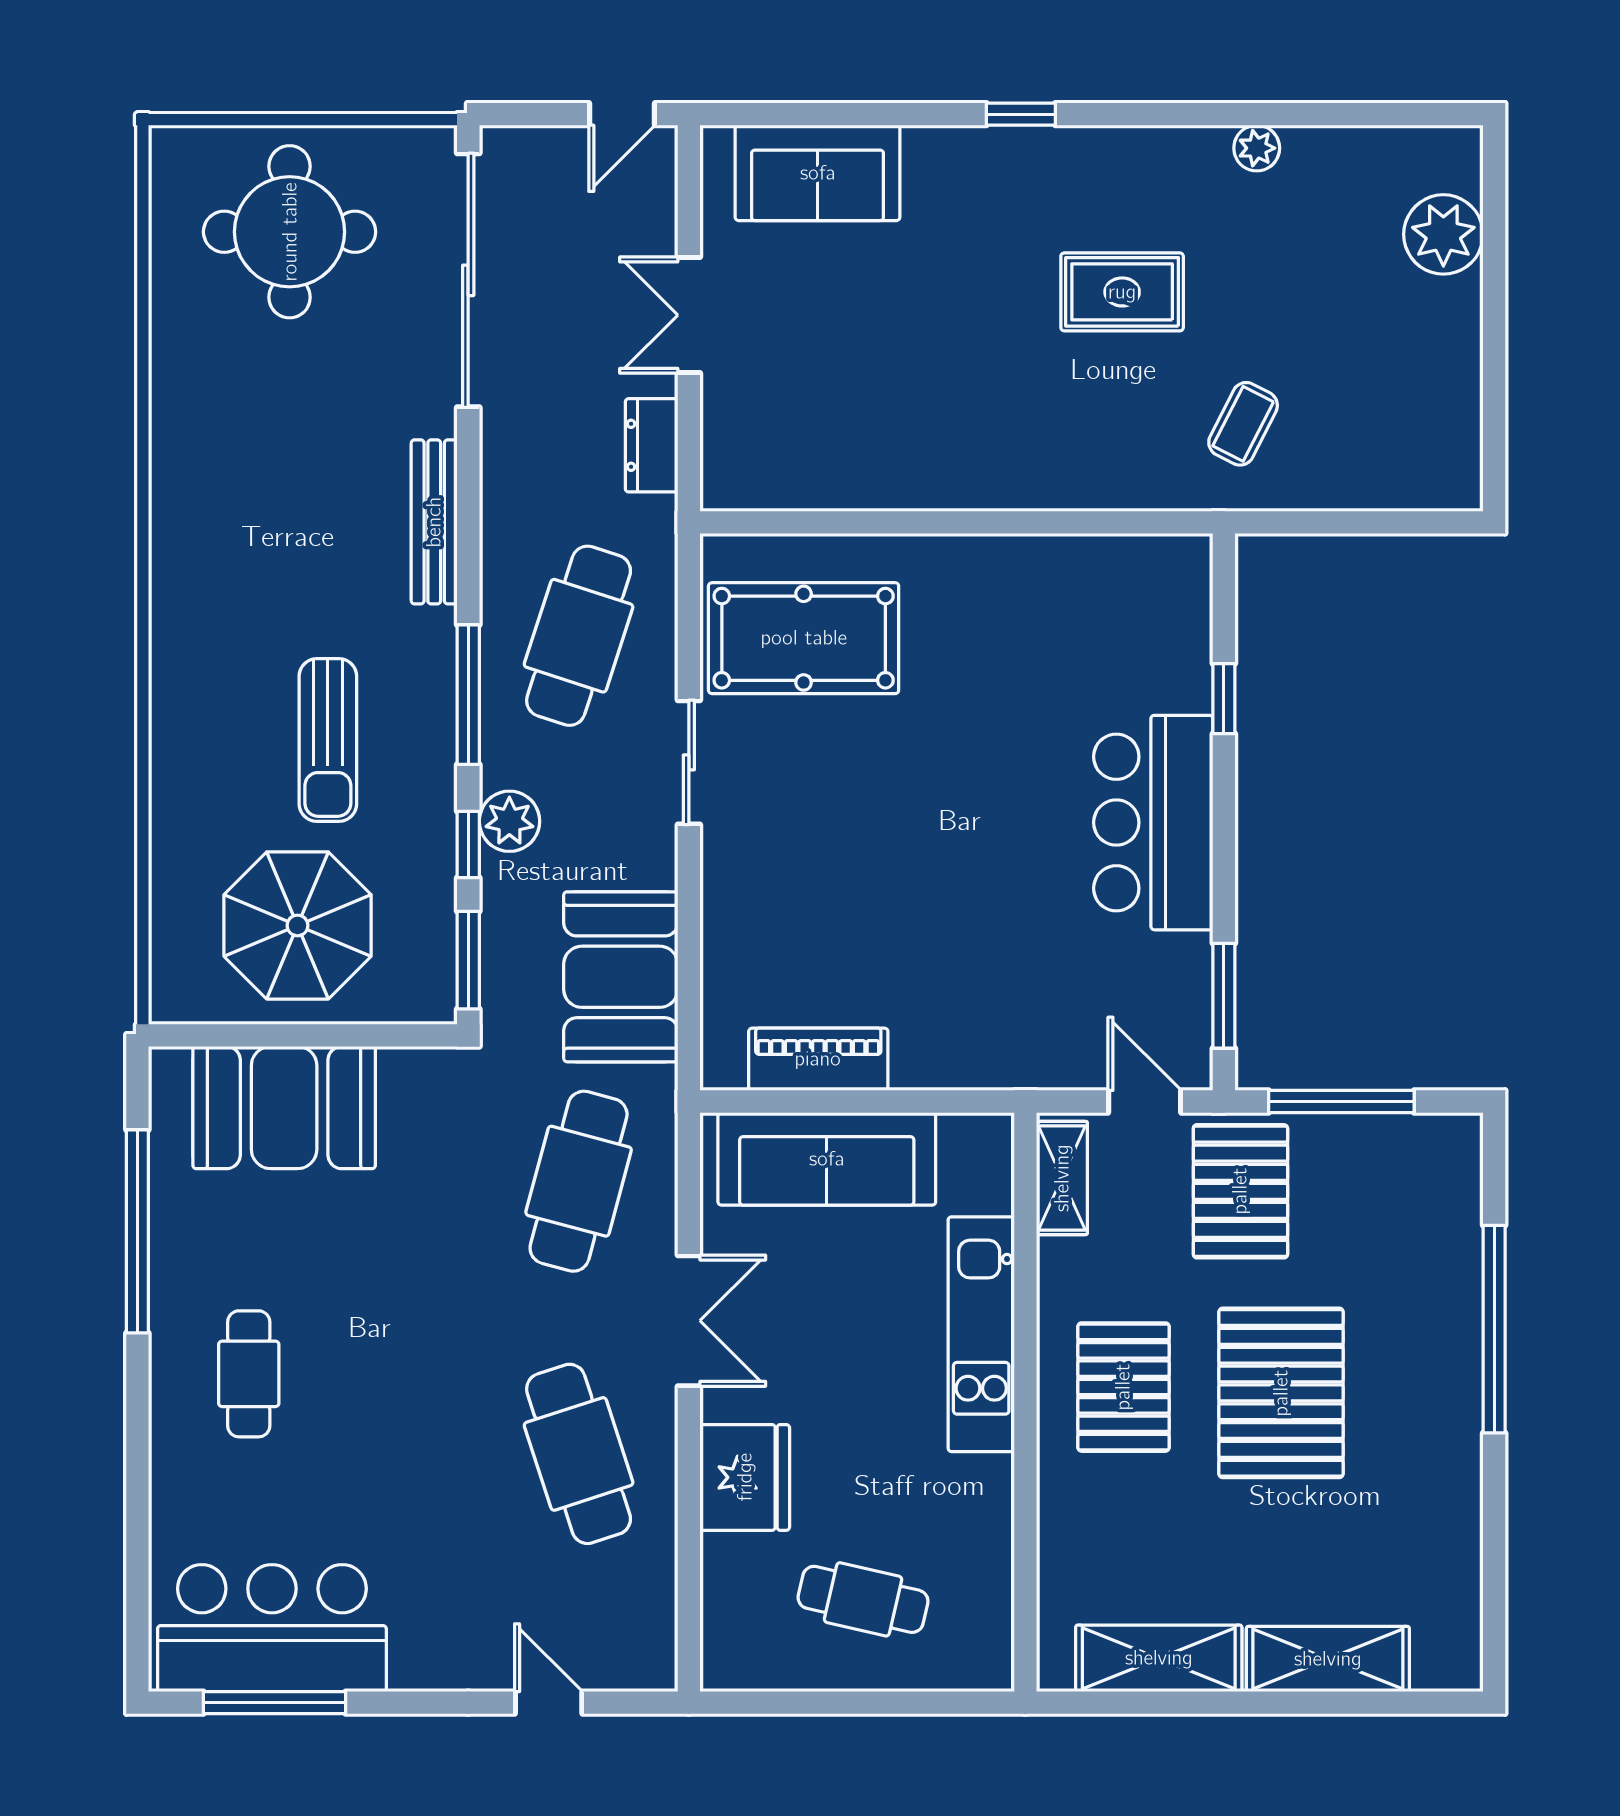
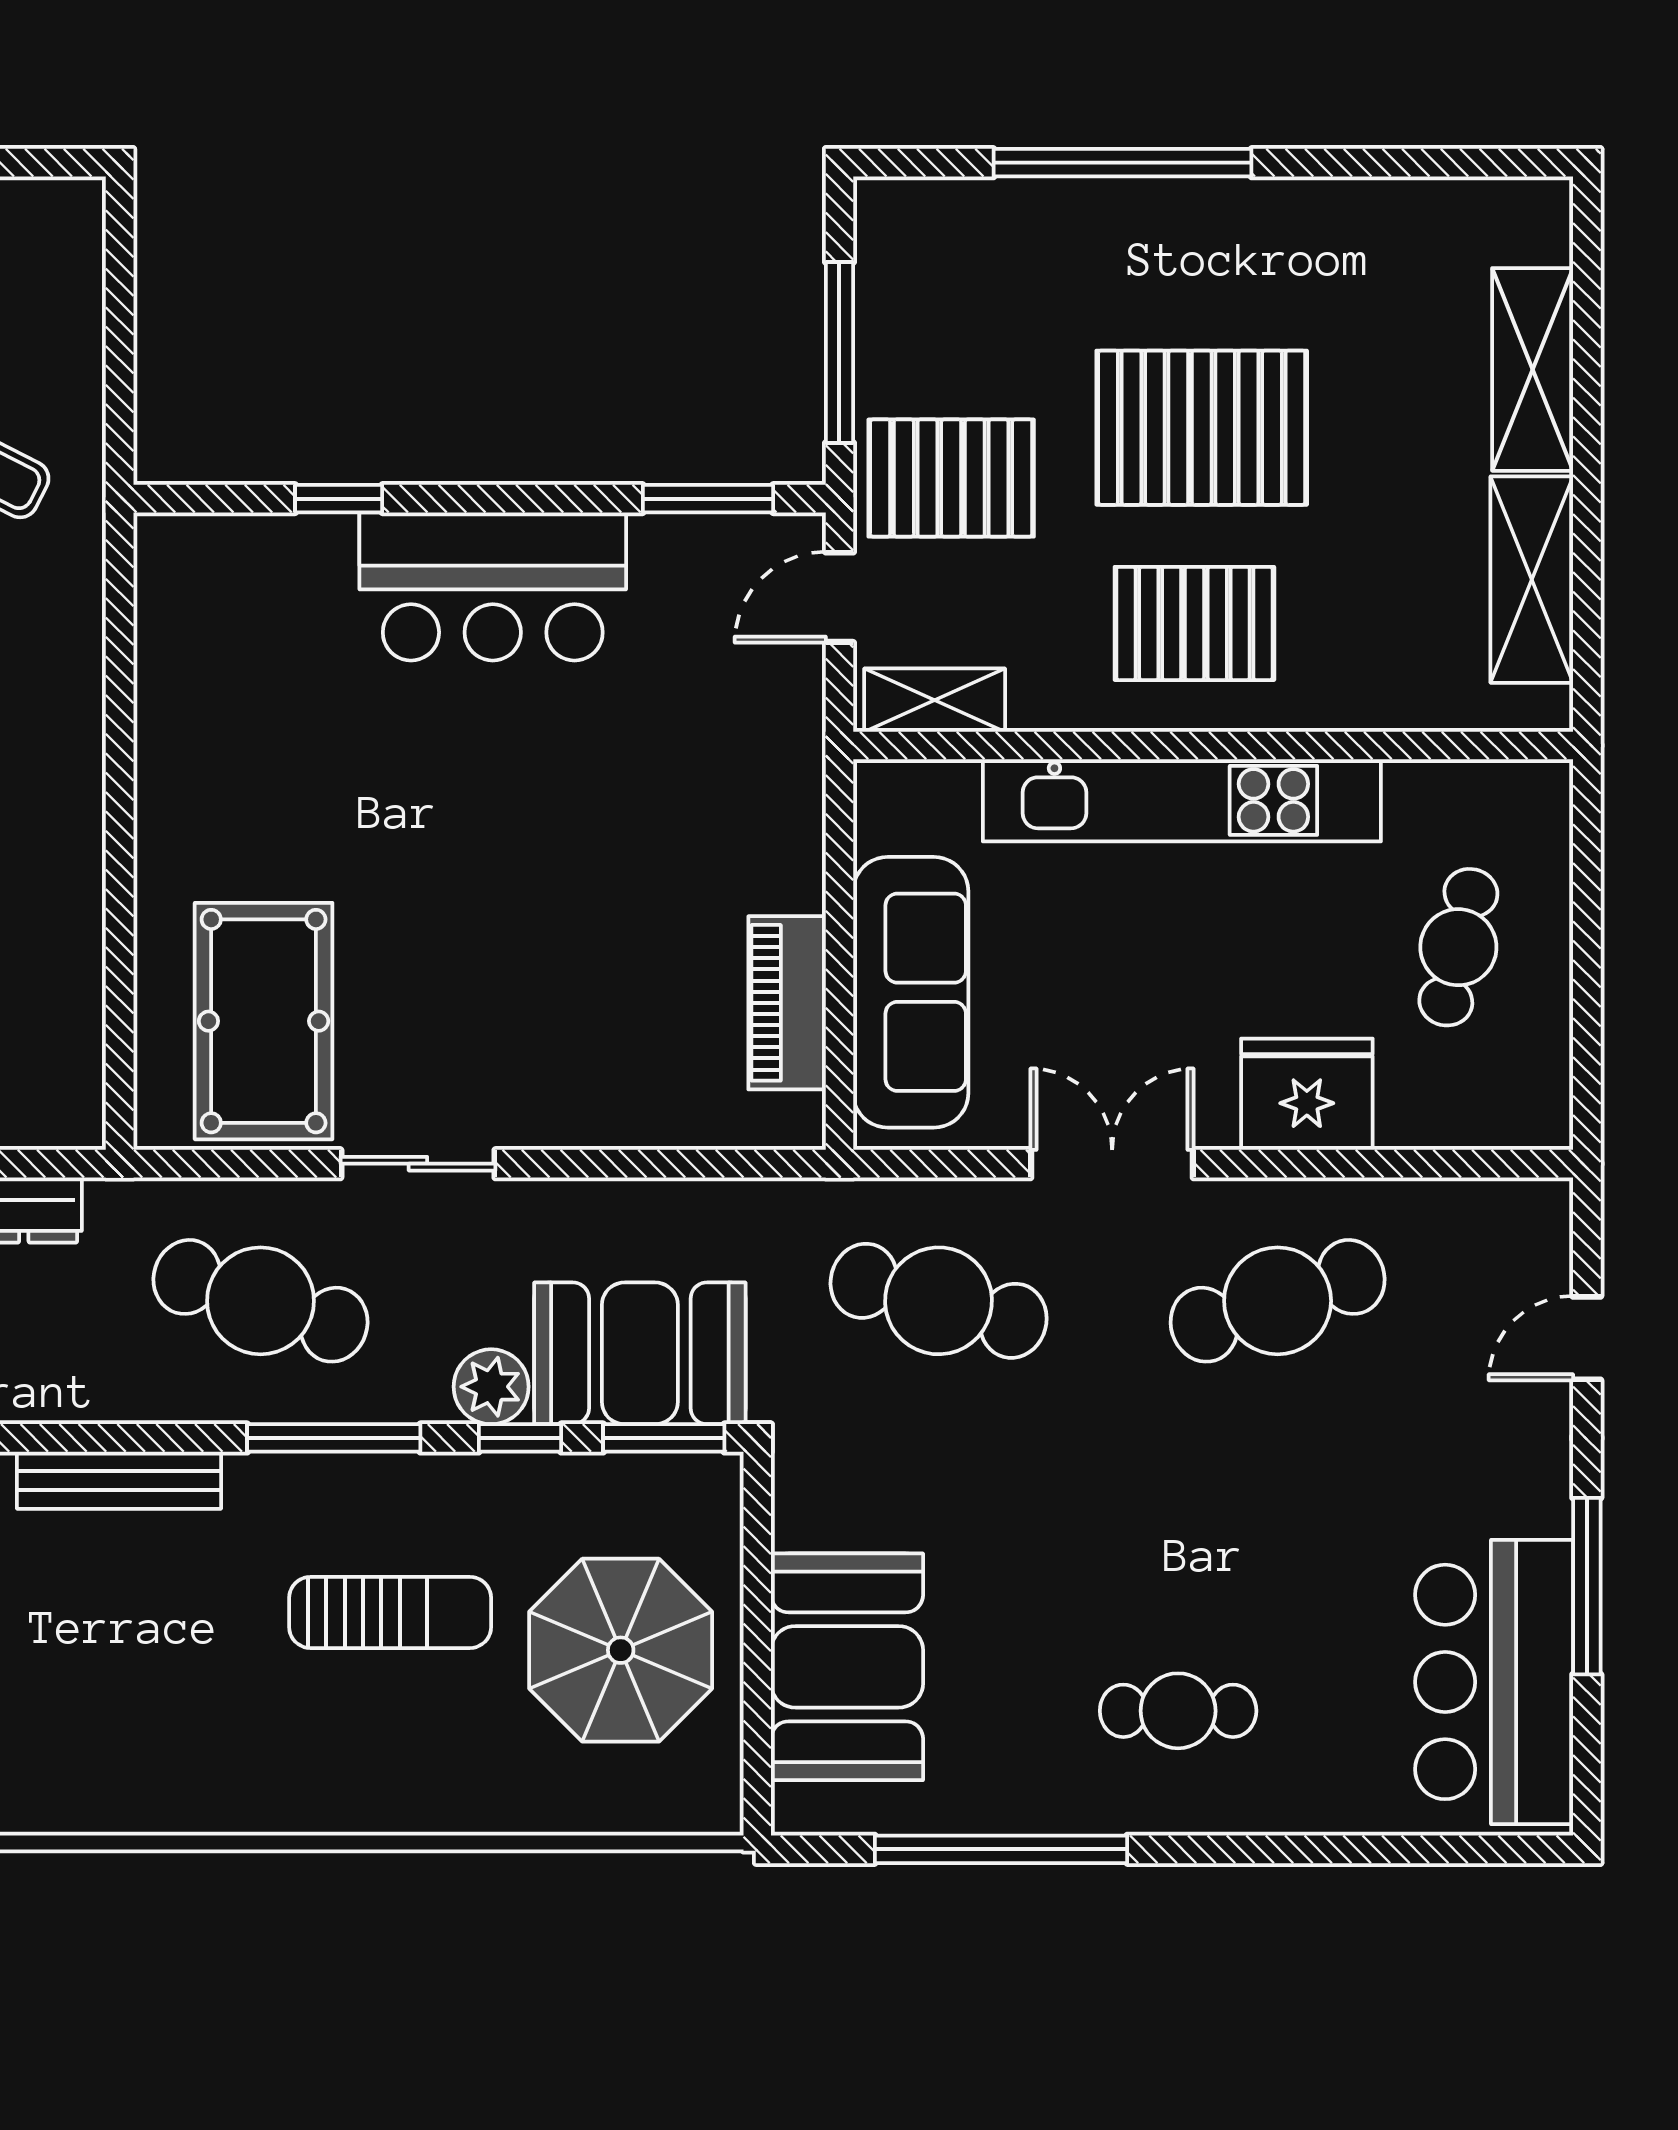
booth: (621, 977) -> (640, 1353), moved
kitchen unit: (981, 1334) -> (1182, 800), width x1.36
window: (275, 1703) -> (1587, 1586), moved

